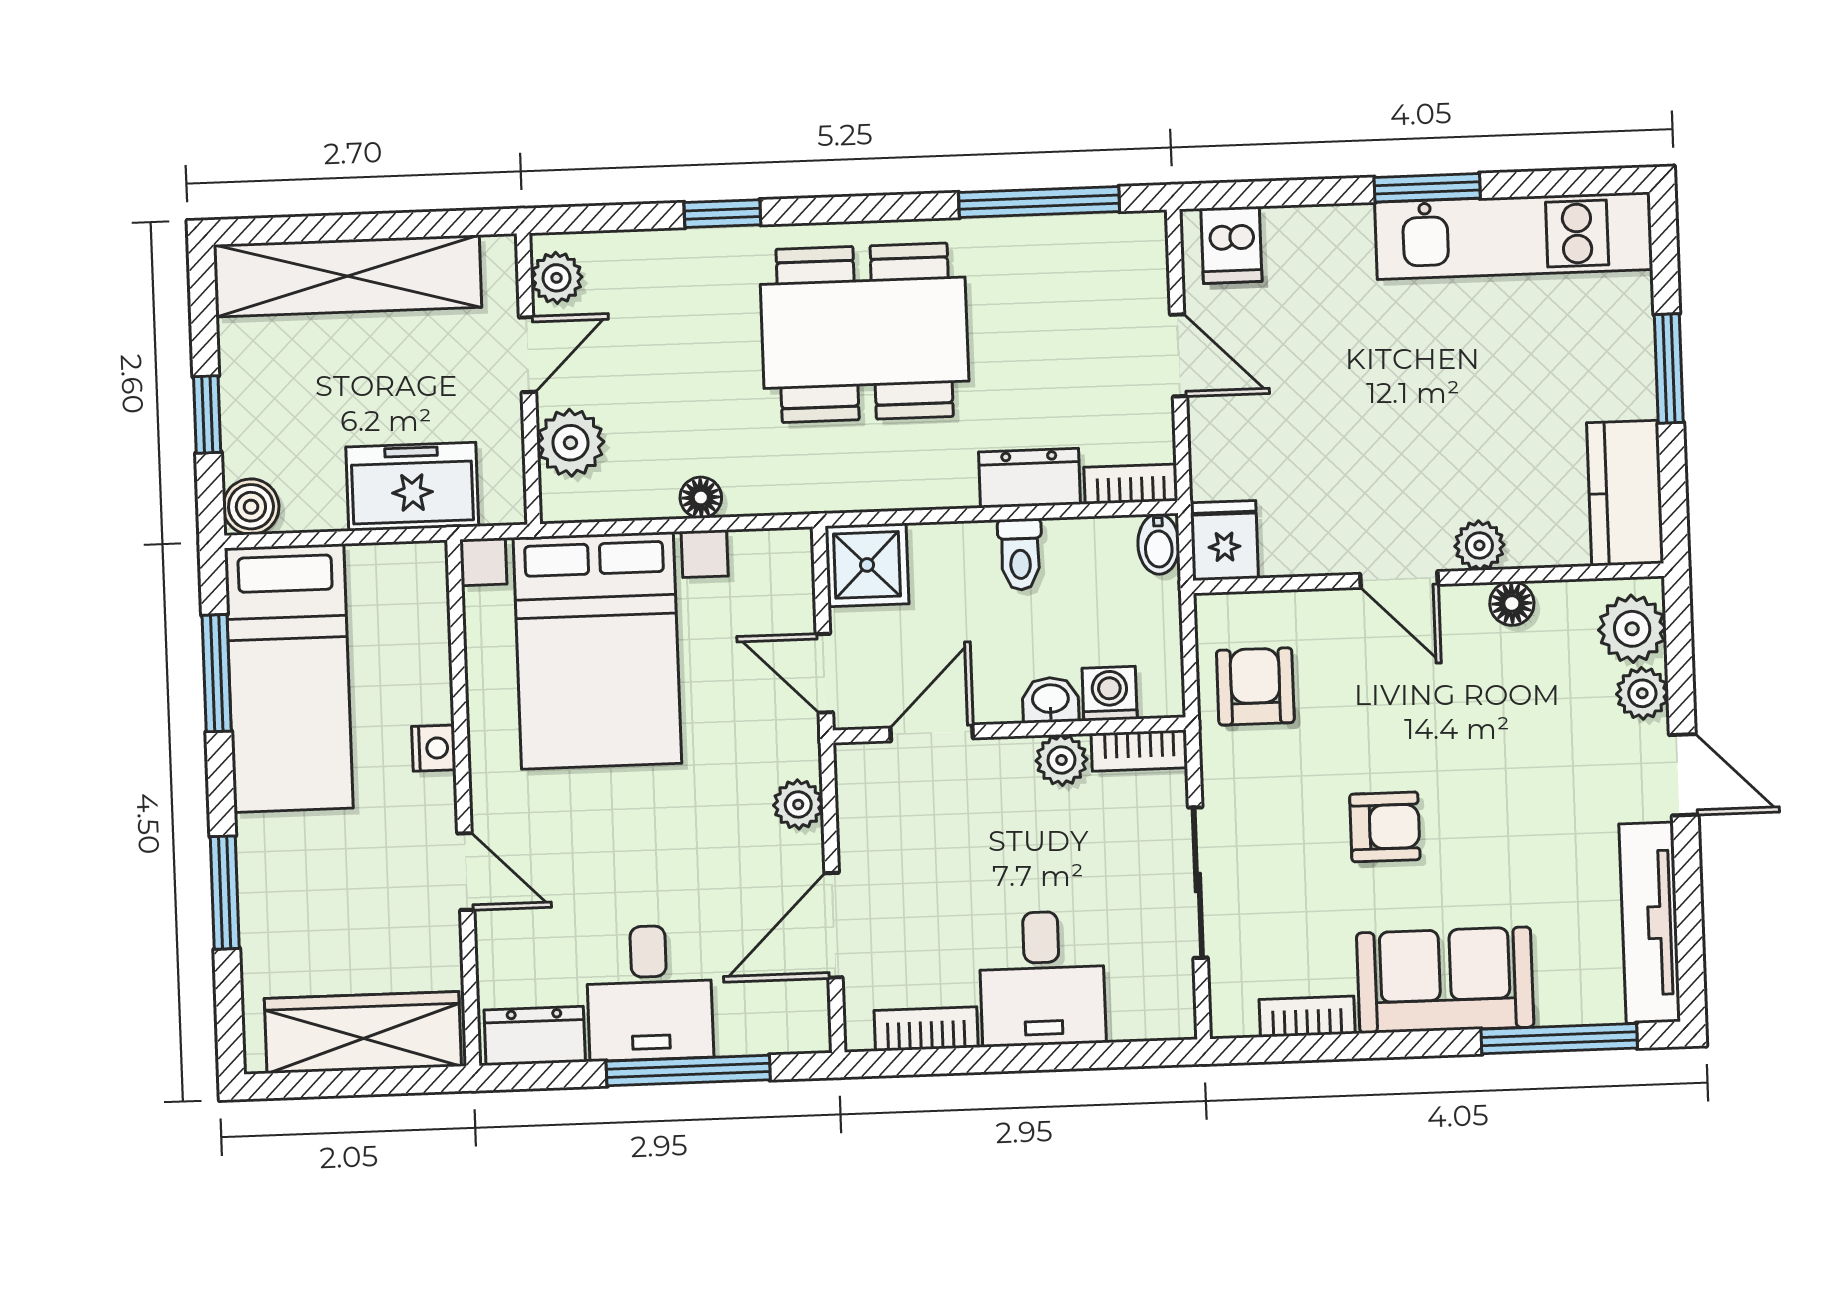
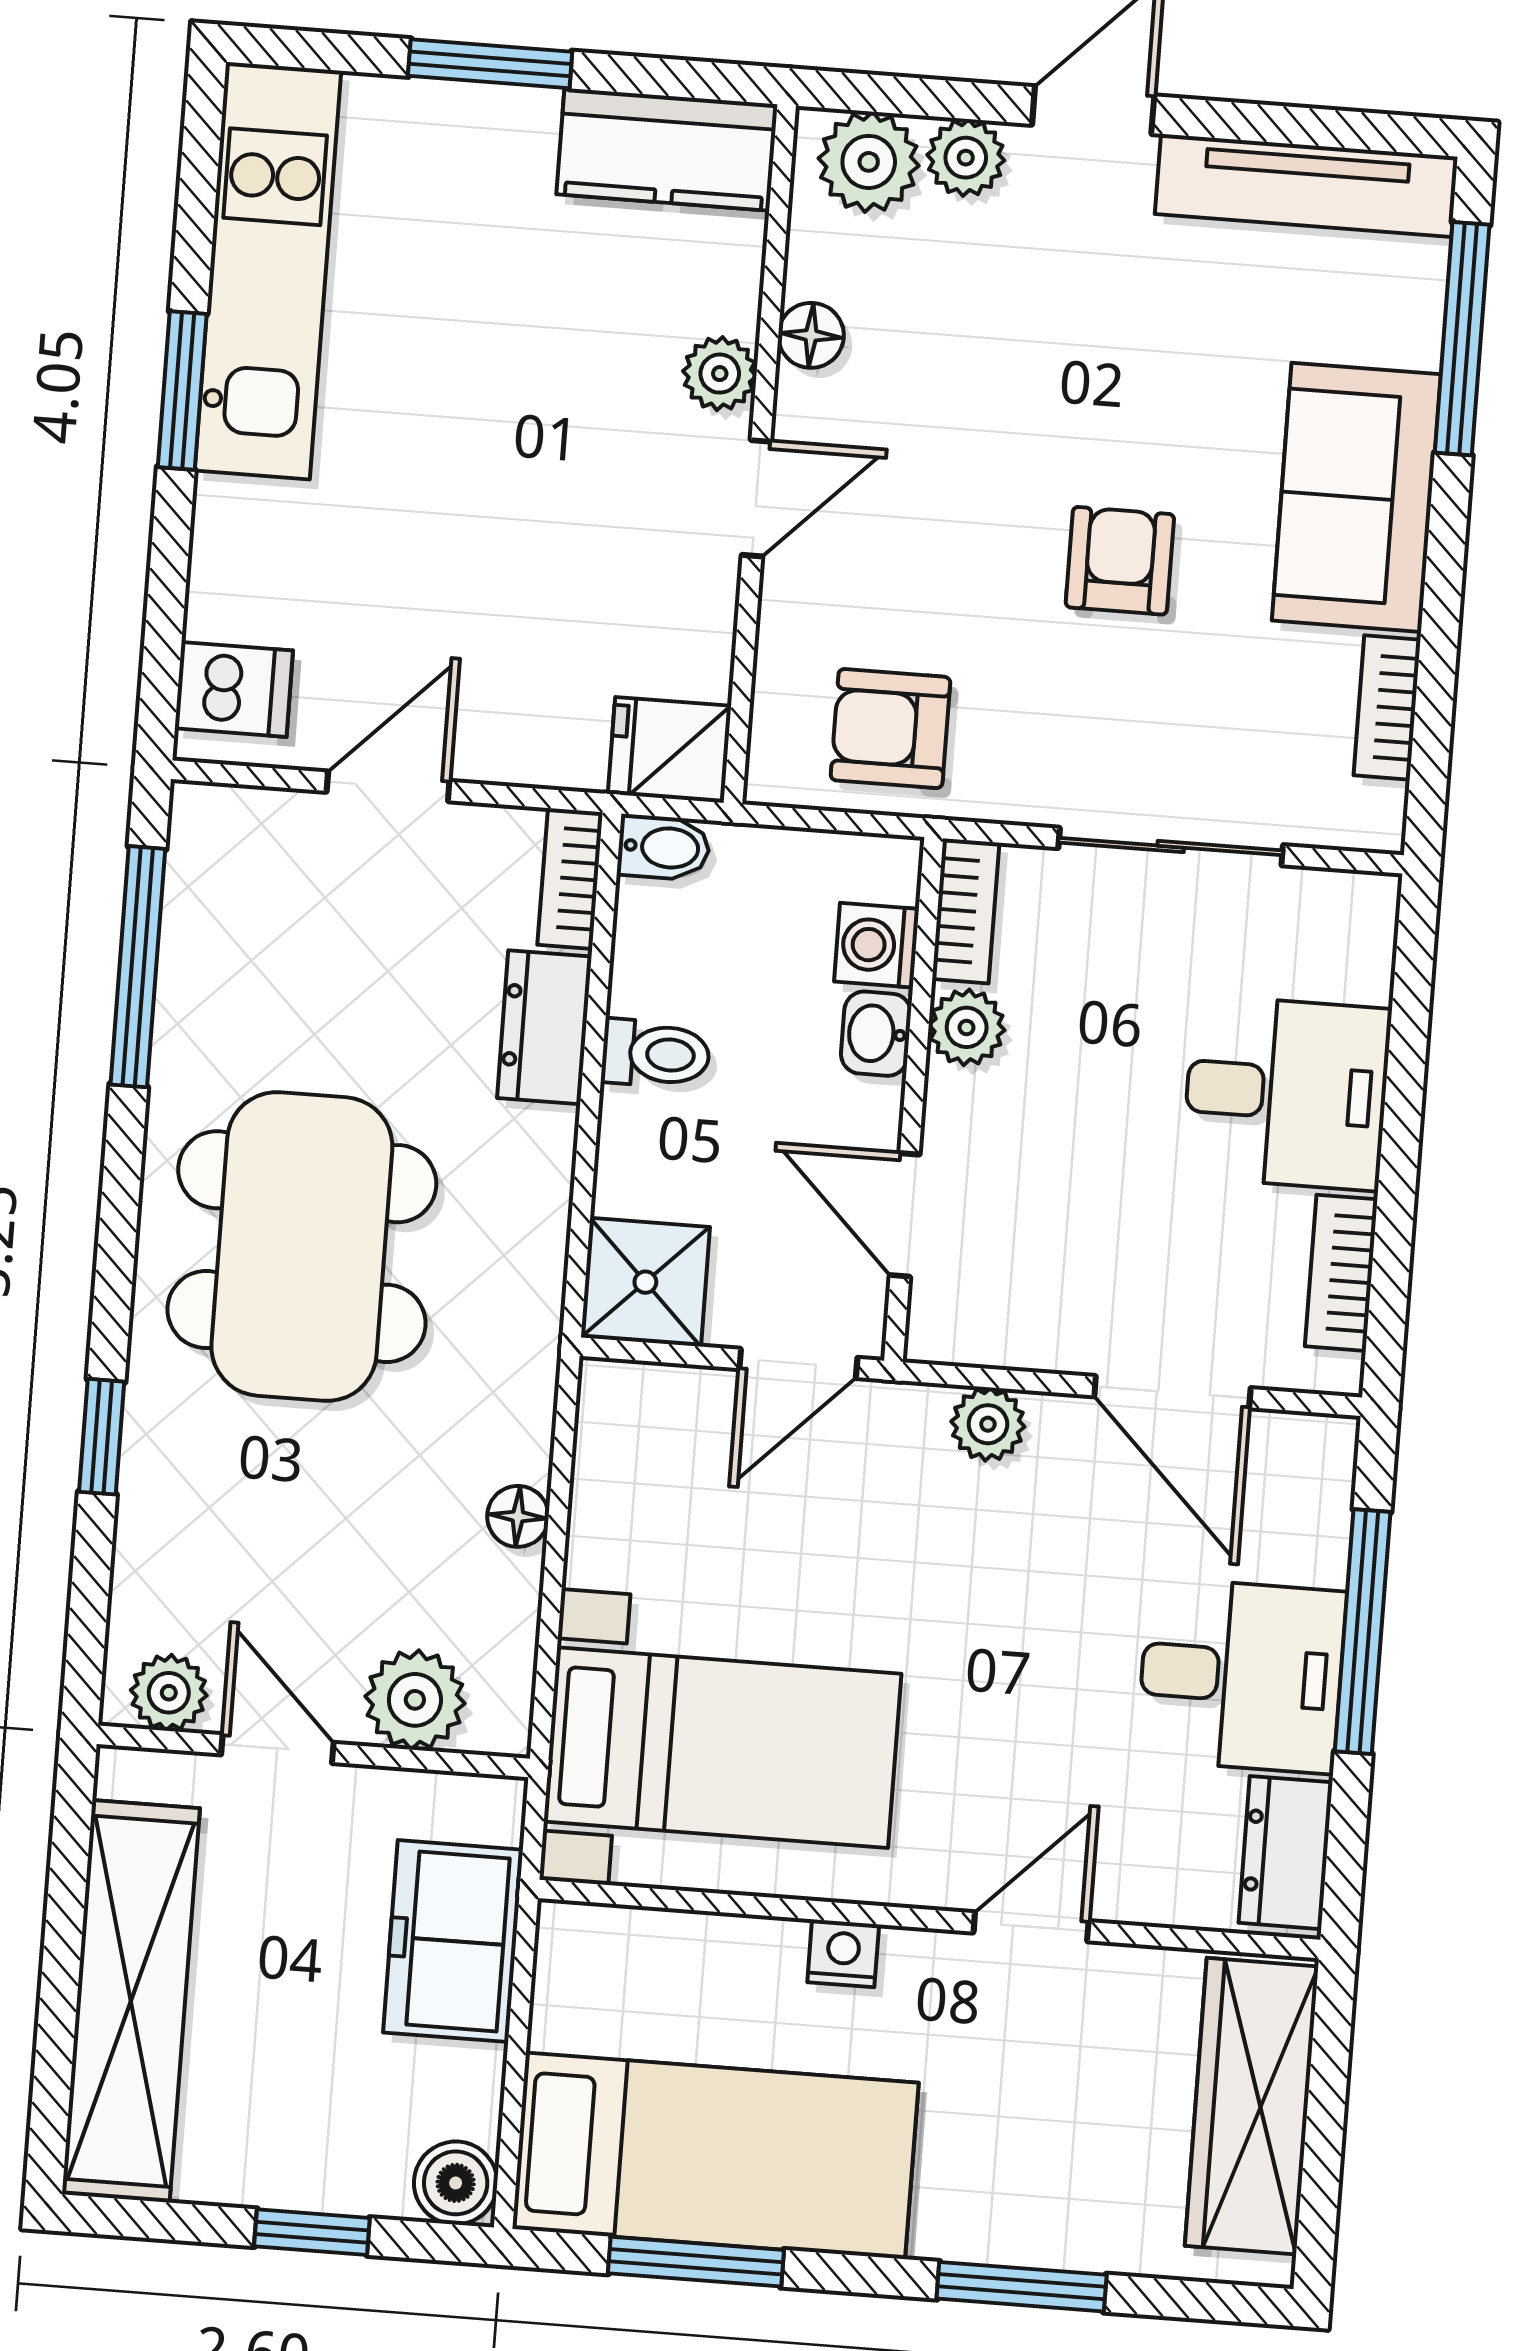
bed with nightstands: (597, 650) -> (722, 1748), width x0.73

